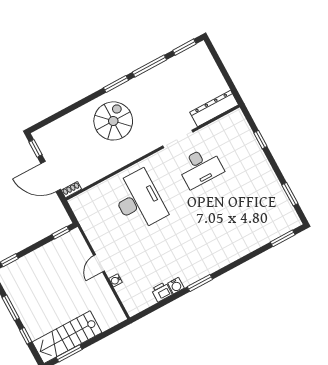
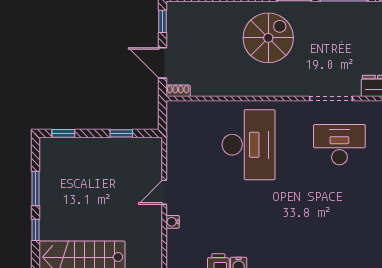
desk: (200, 167) -> (339, 145), turned 180
door: (51, 176) -> (162, 63), width x0.73
window: (61, 233) -> (121, 133), moved

